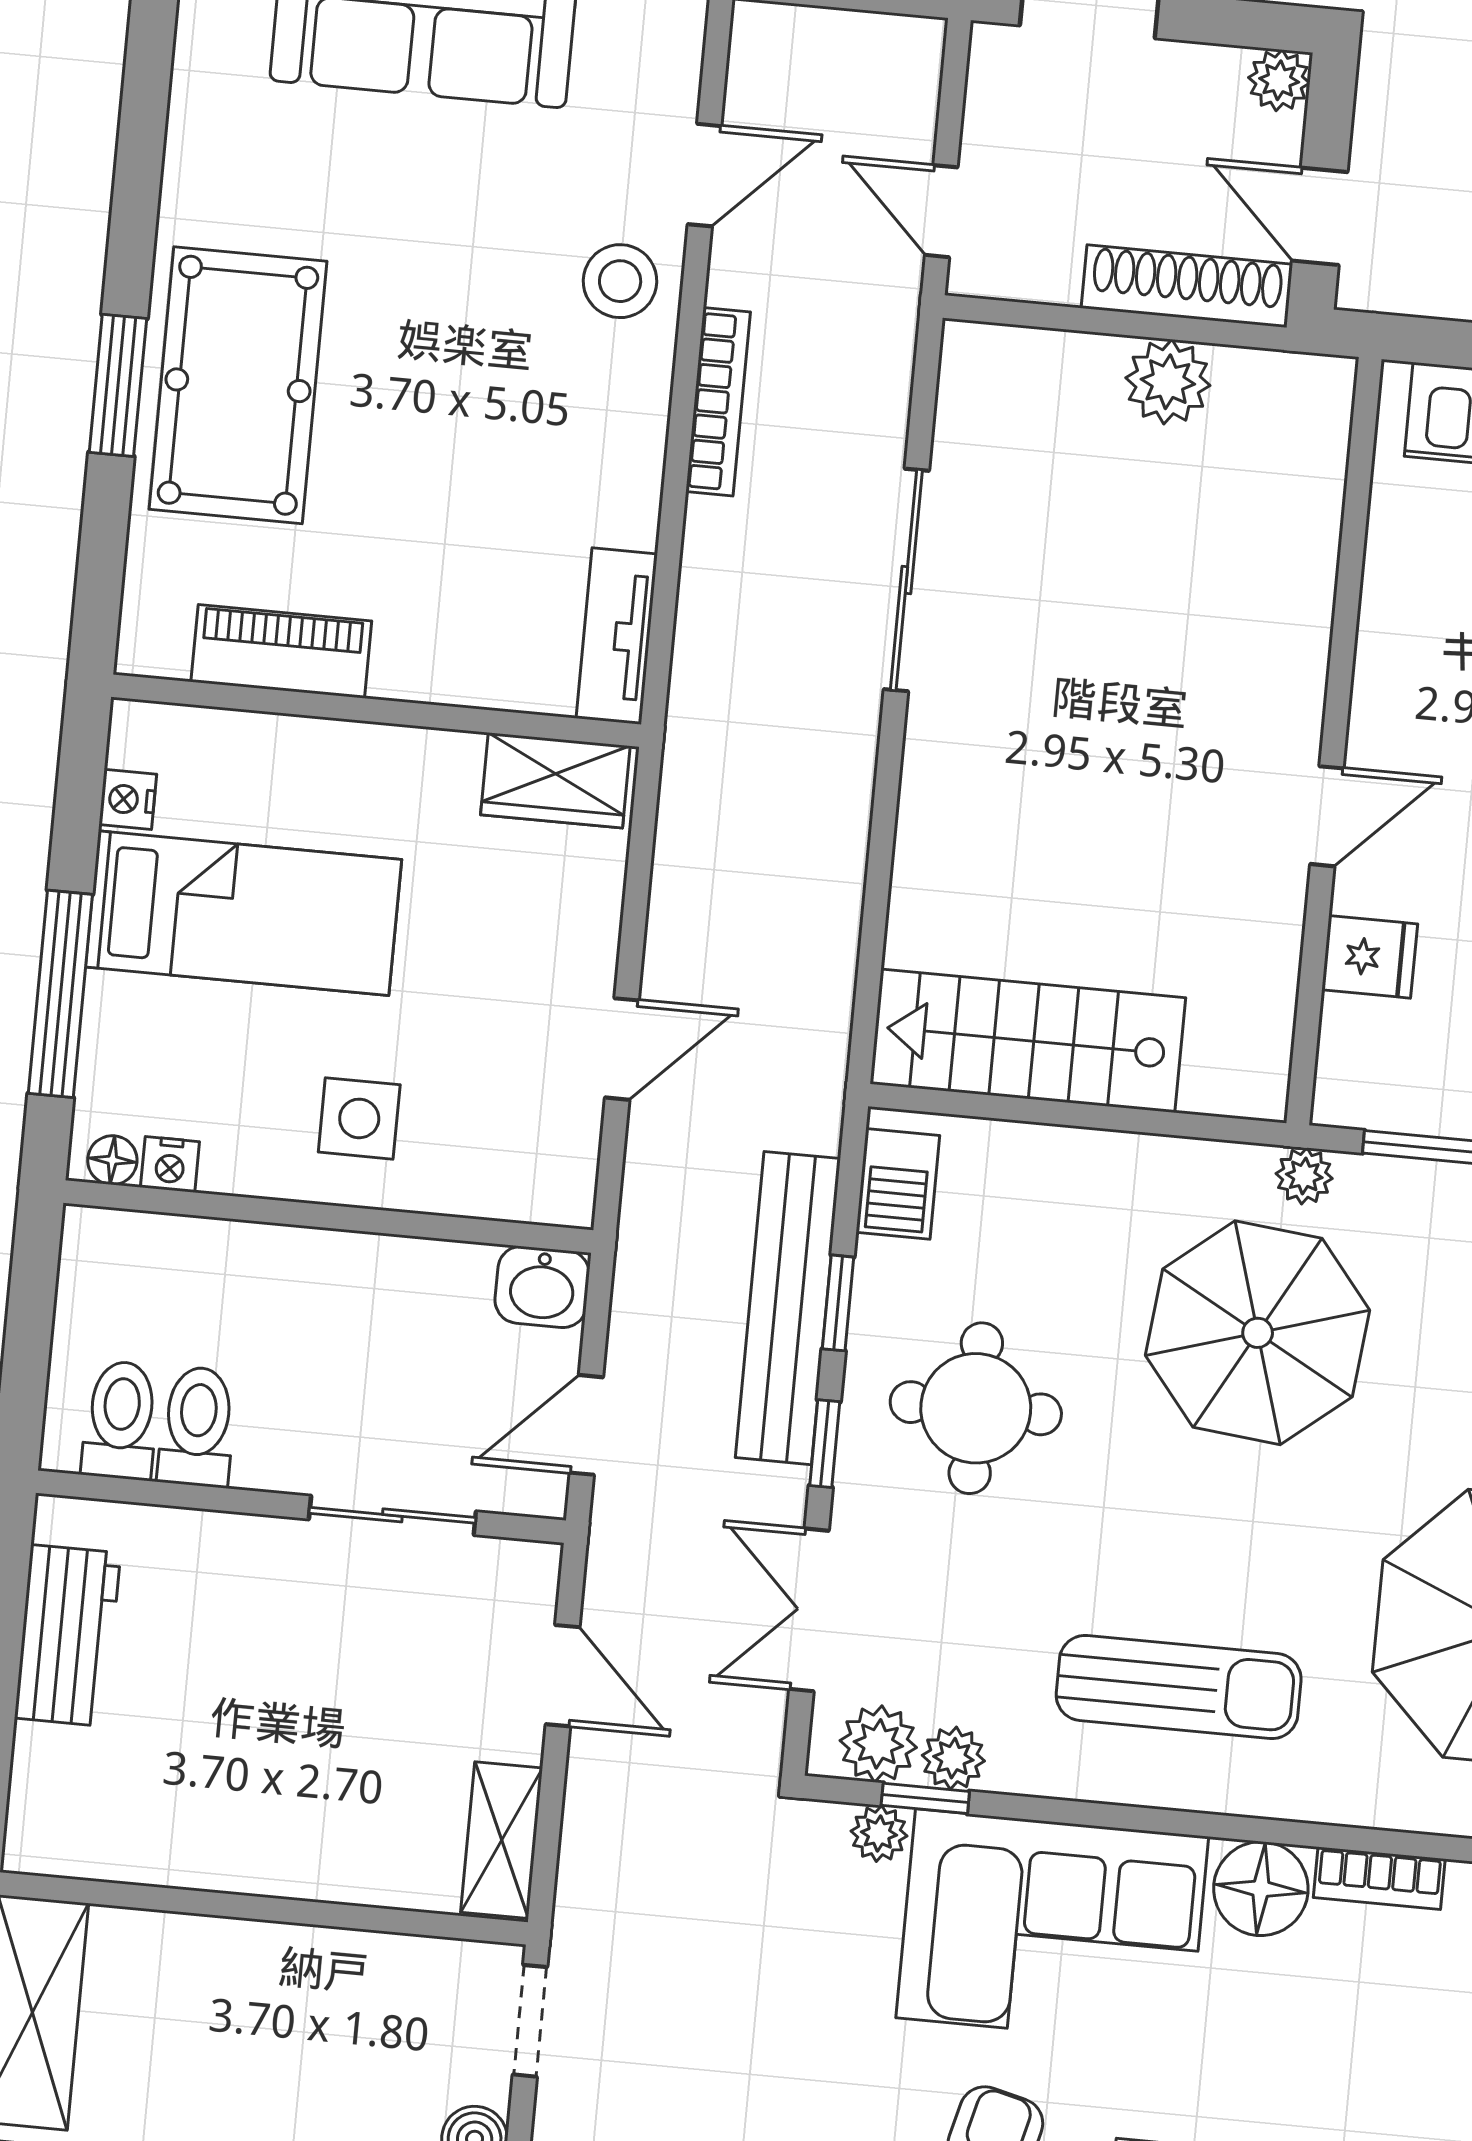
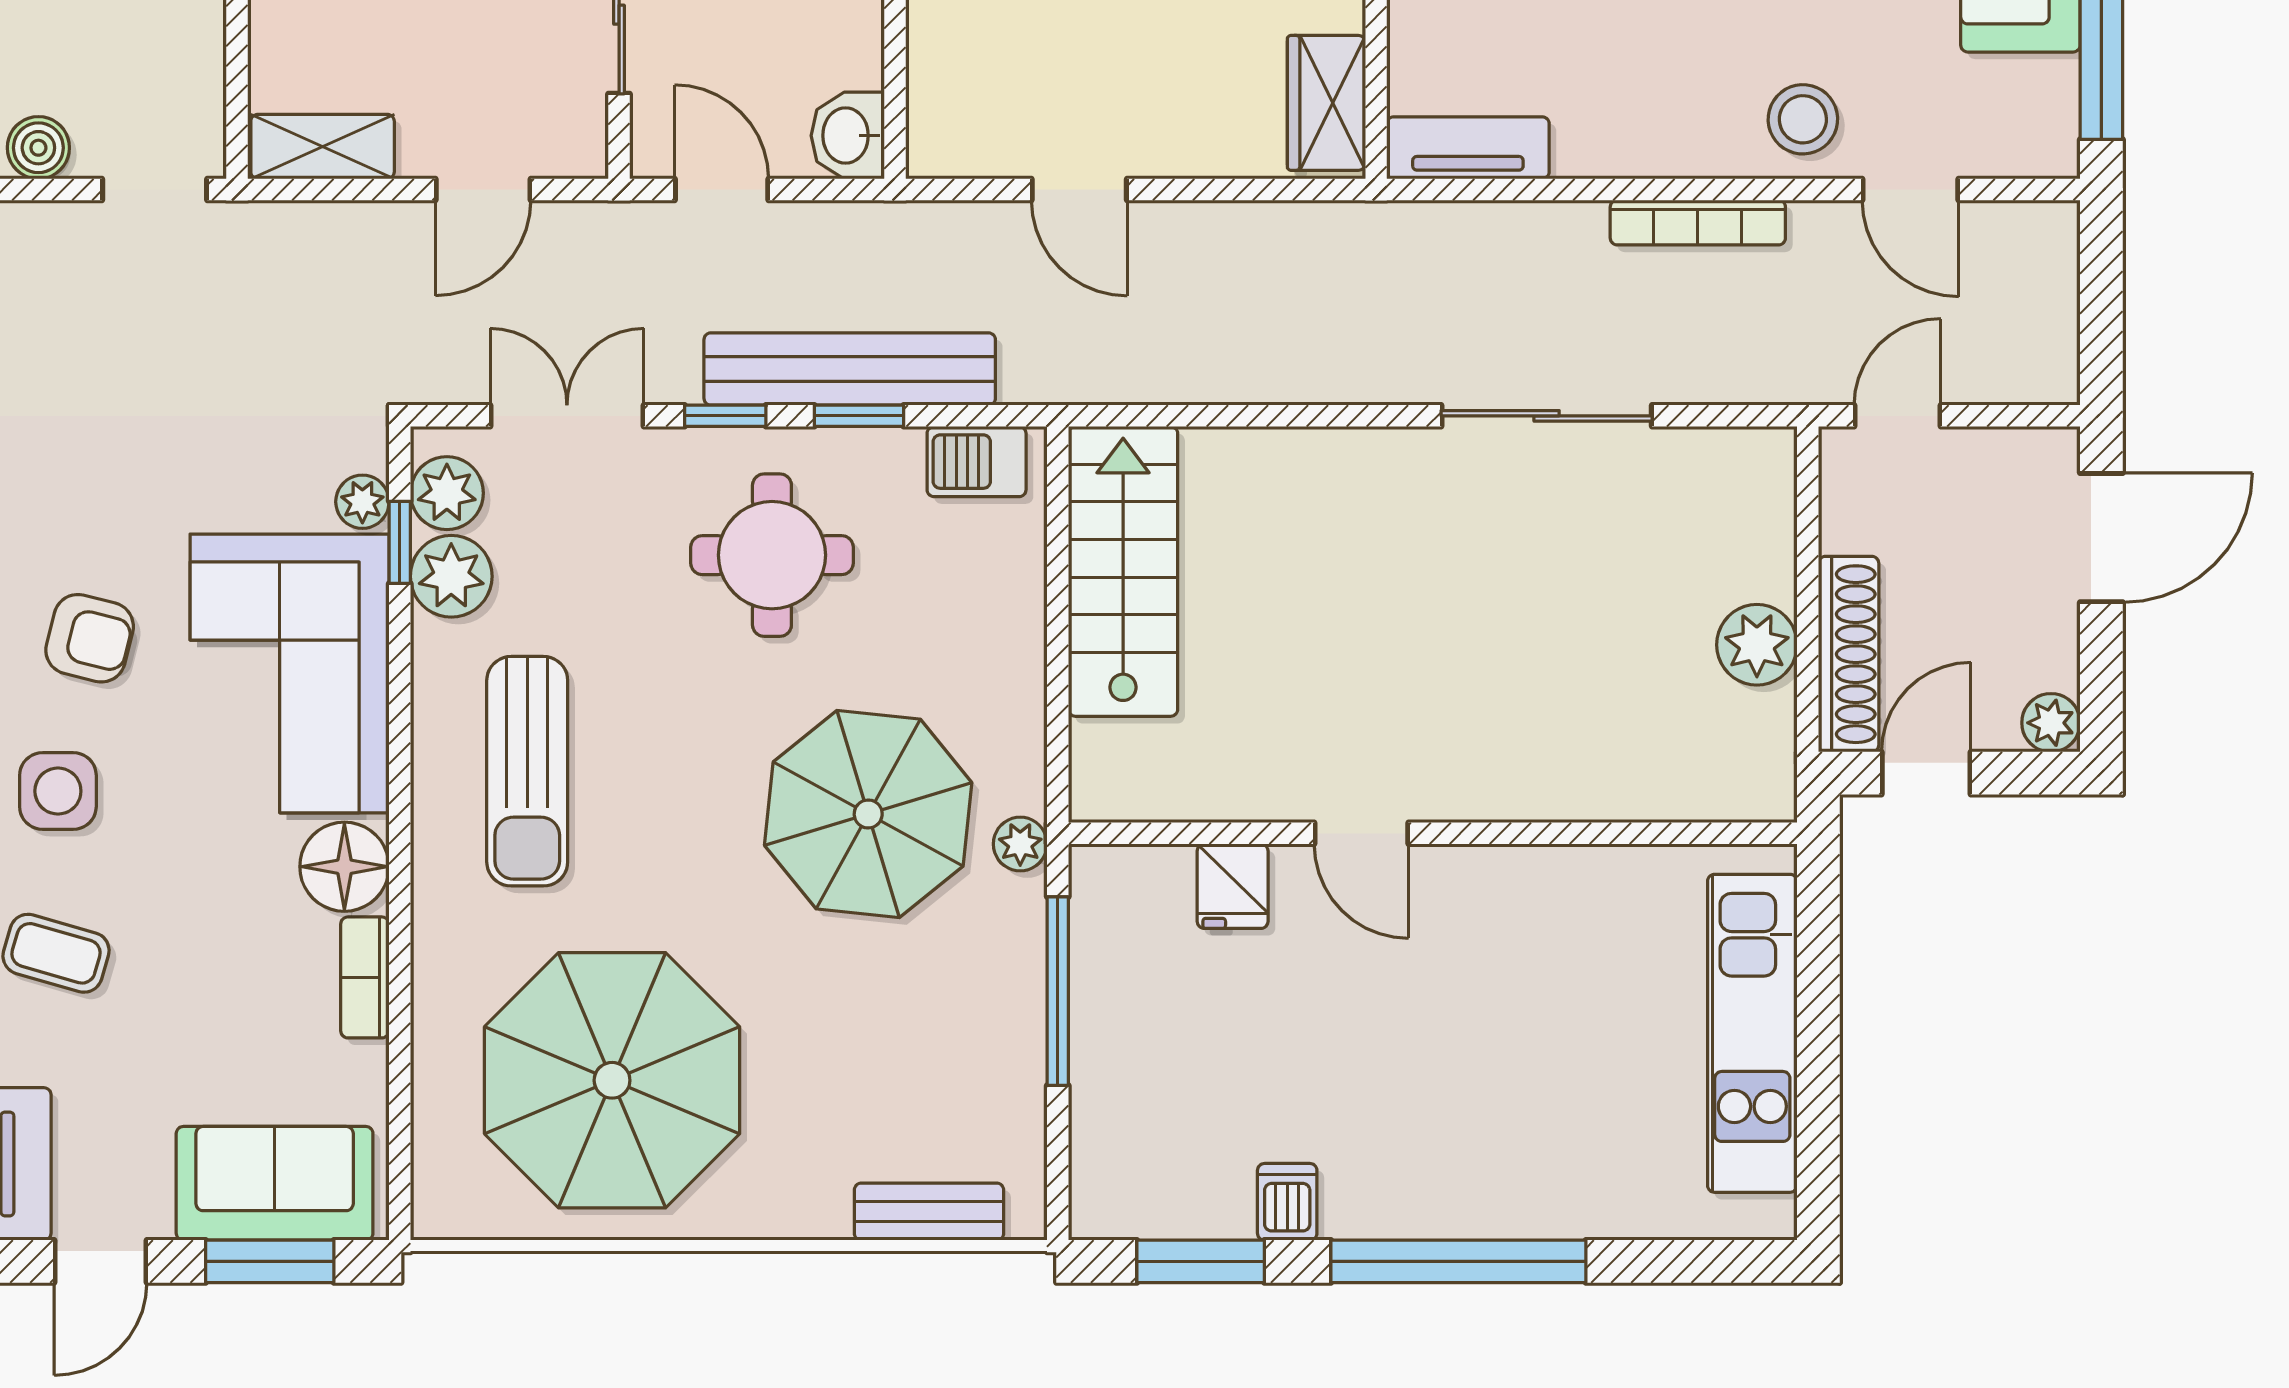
plant: (953, 1758) -> (451, 576), width x1.38, depth x1.38

